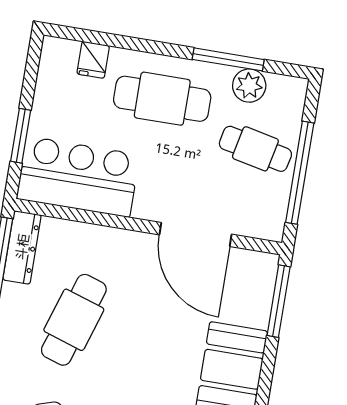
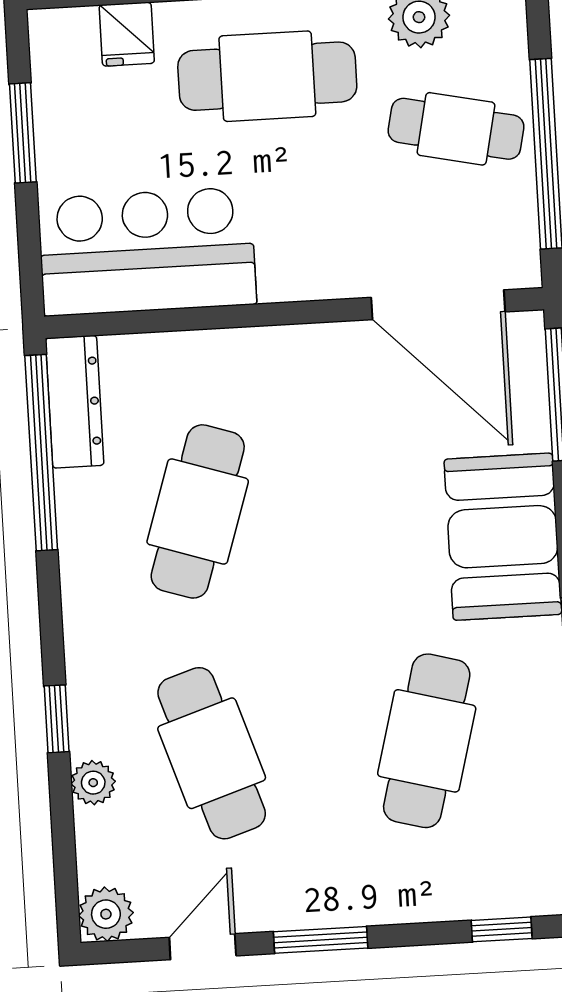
window: (21, 136) -> (23, 133), moved
door: (195, 234) -> (438, 305), moved

